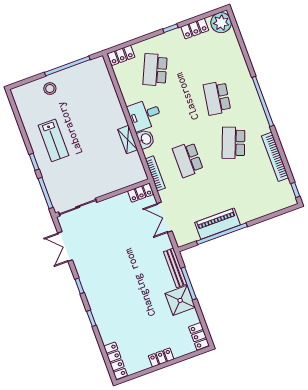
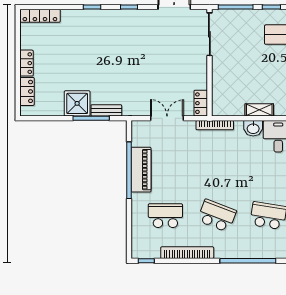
school desk: (188, 159) -> (165, 216), moved
bench: (175, 268) -> (106, 110), width x0.73
locker: (199, 336) -> (27, 91), moved, turned 90

